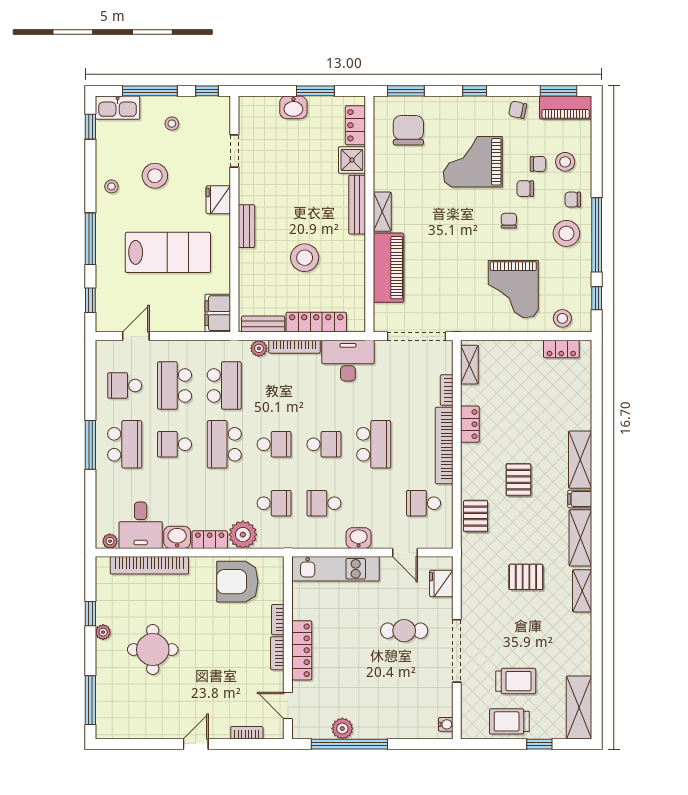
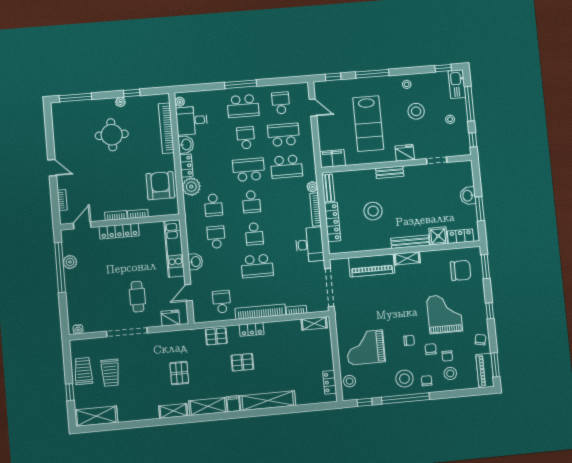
locker: (470, 424) -> (252, 329), moved
shelving: (580, 460) -> (268, 401), width x1.47

